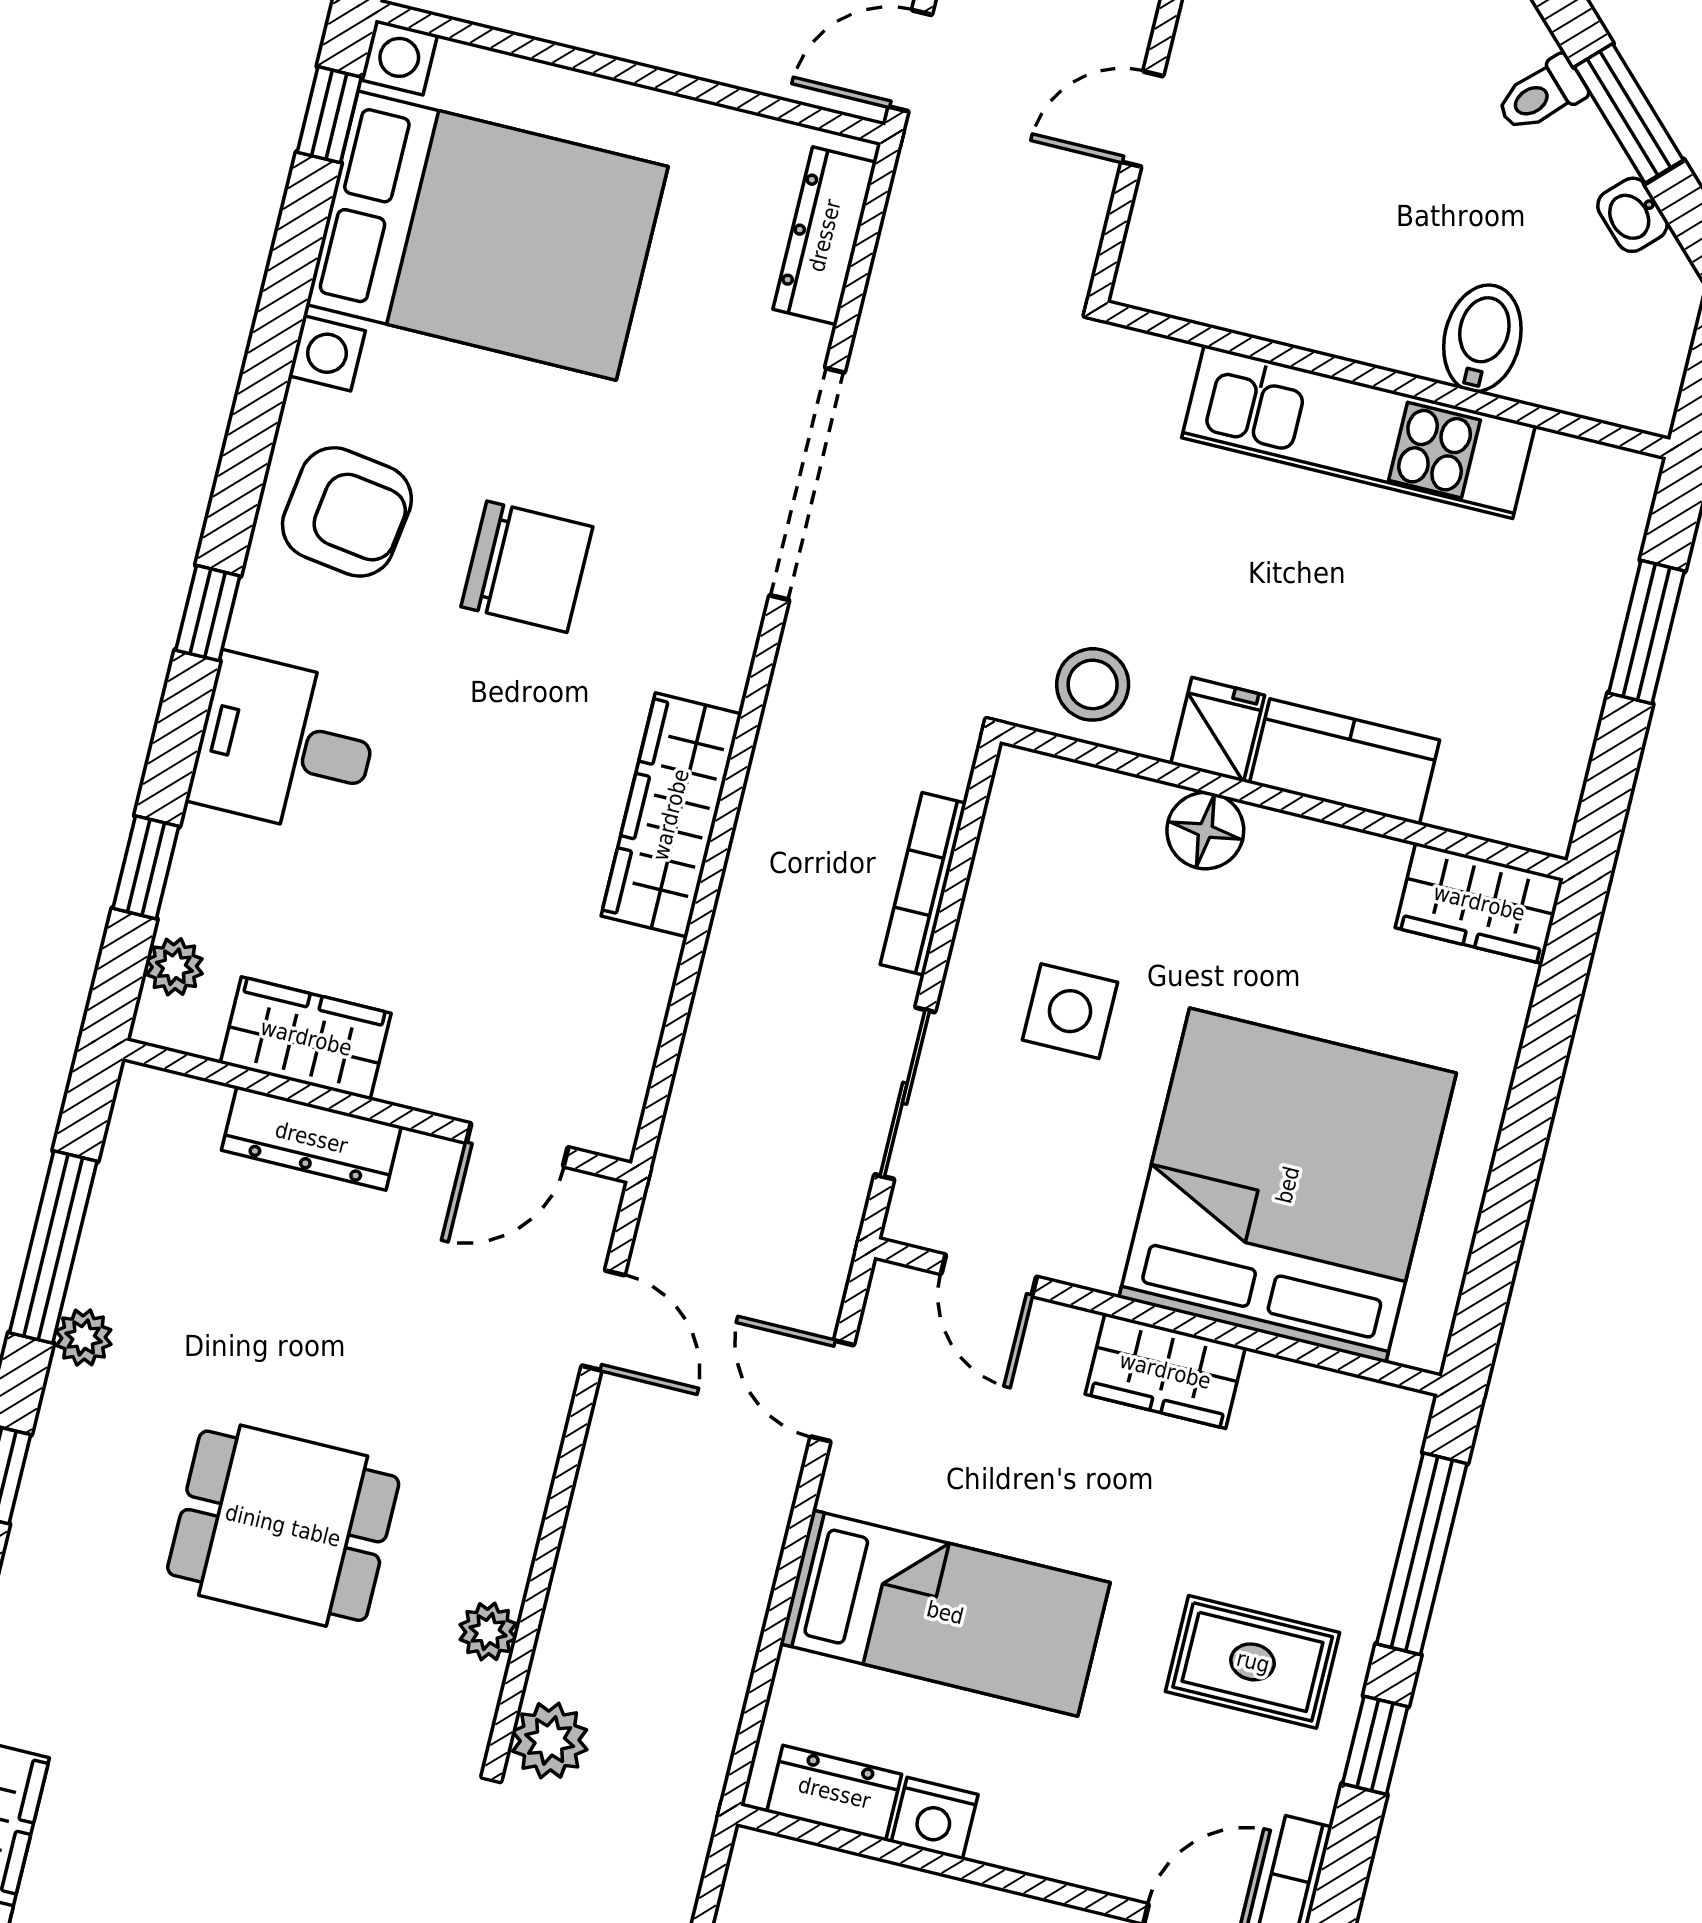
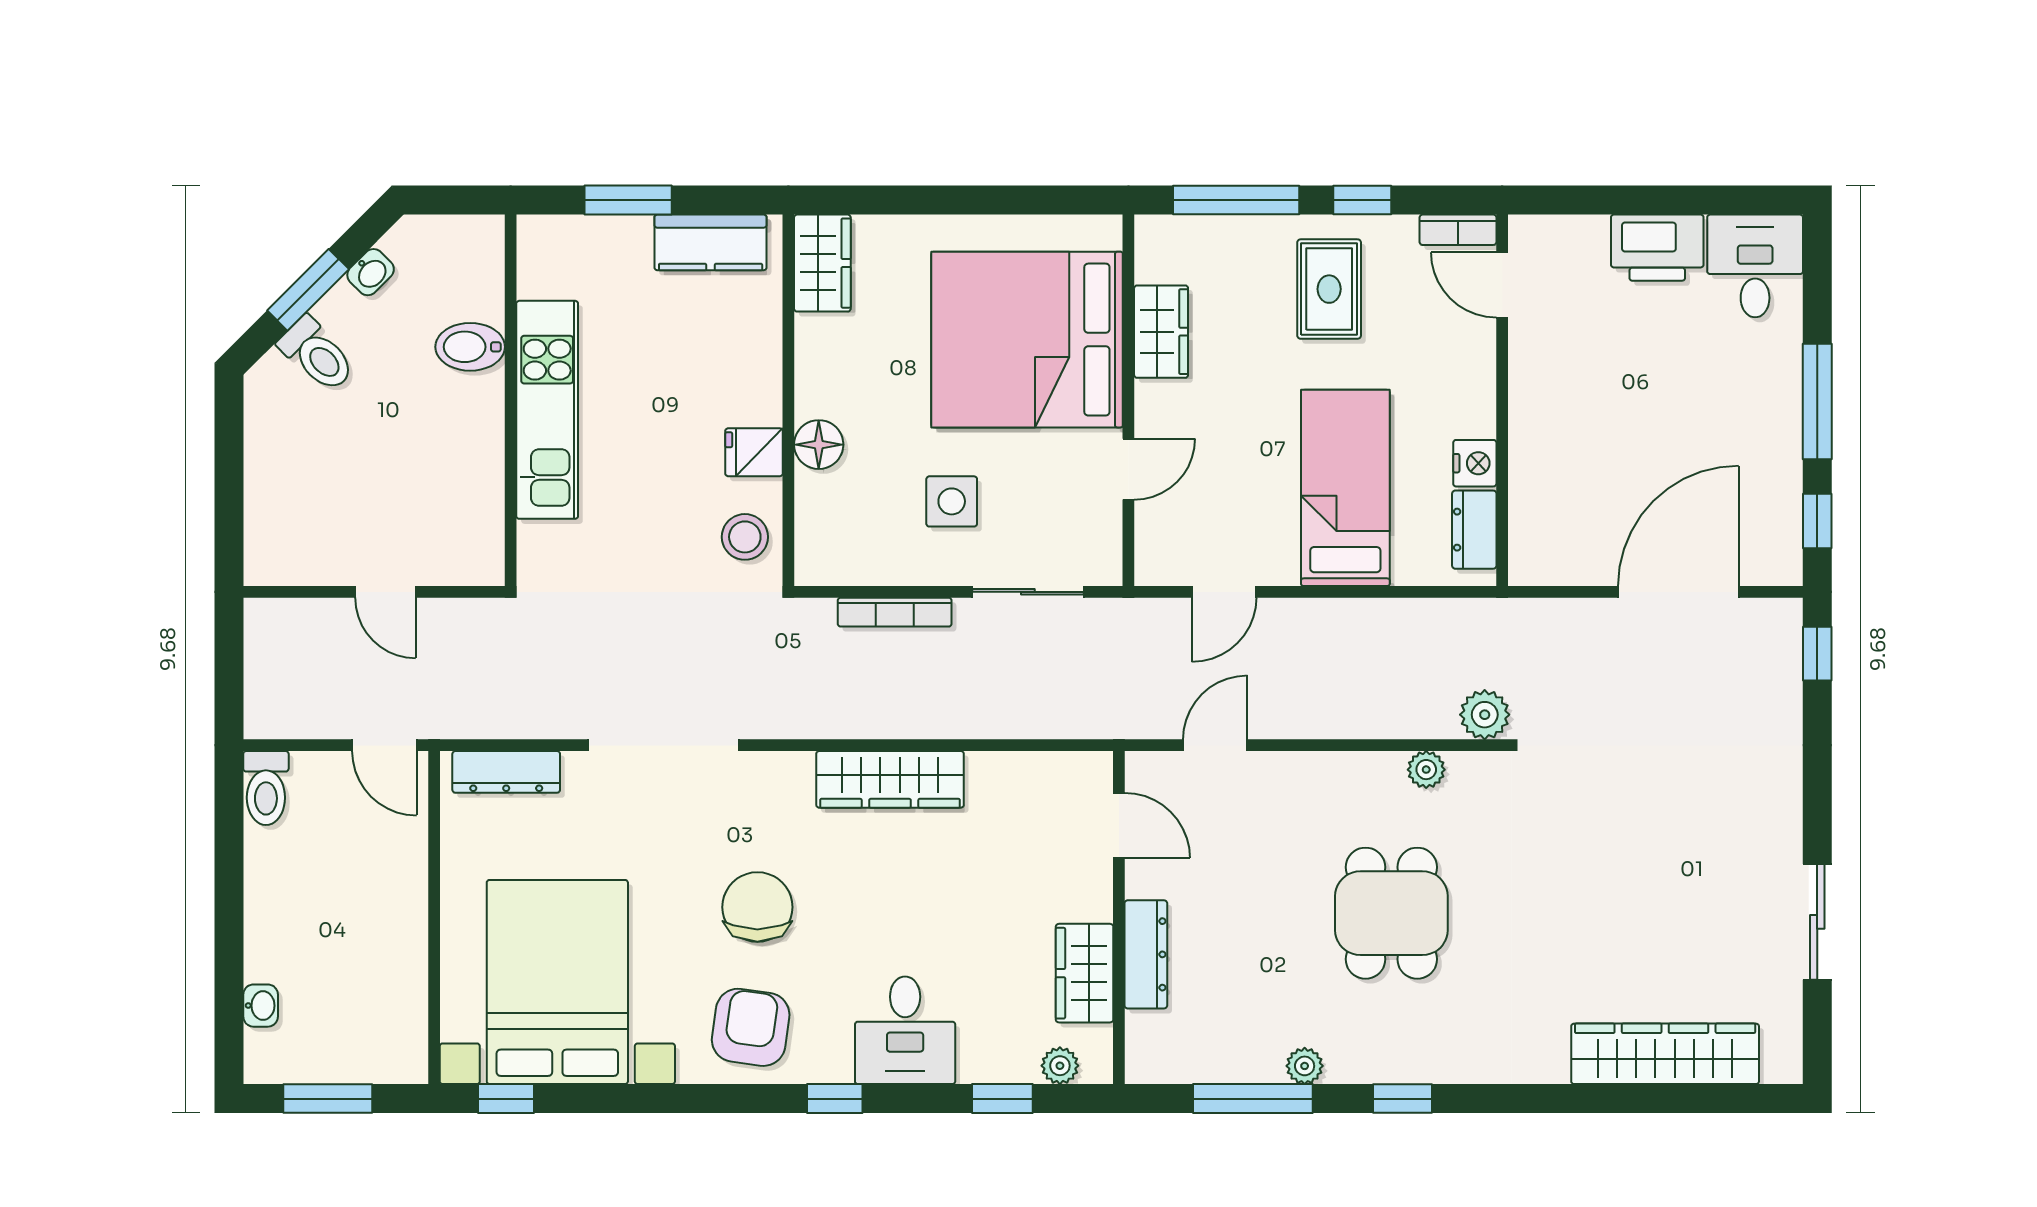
toilet: (1541, 95) -> (317, 354), width x1.37, depth x1.39
kitchen counter: (1345, 762) -> (711, 242), moved, turned -90
door: (989, 1275) -> (1128, 469), moved
wardrobe: (1165, 1371) -> (1161, 332), moved

